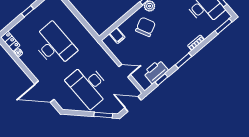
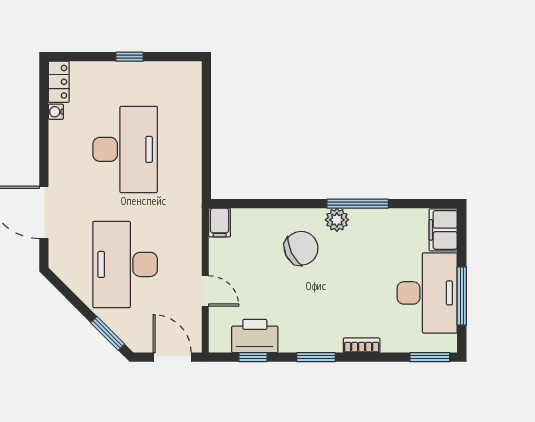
filing cabinet: (117, 36) -> (220, 223), moved

